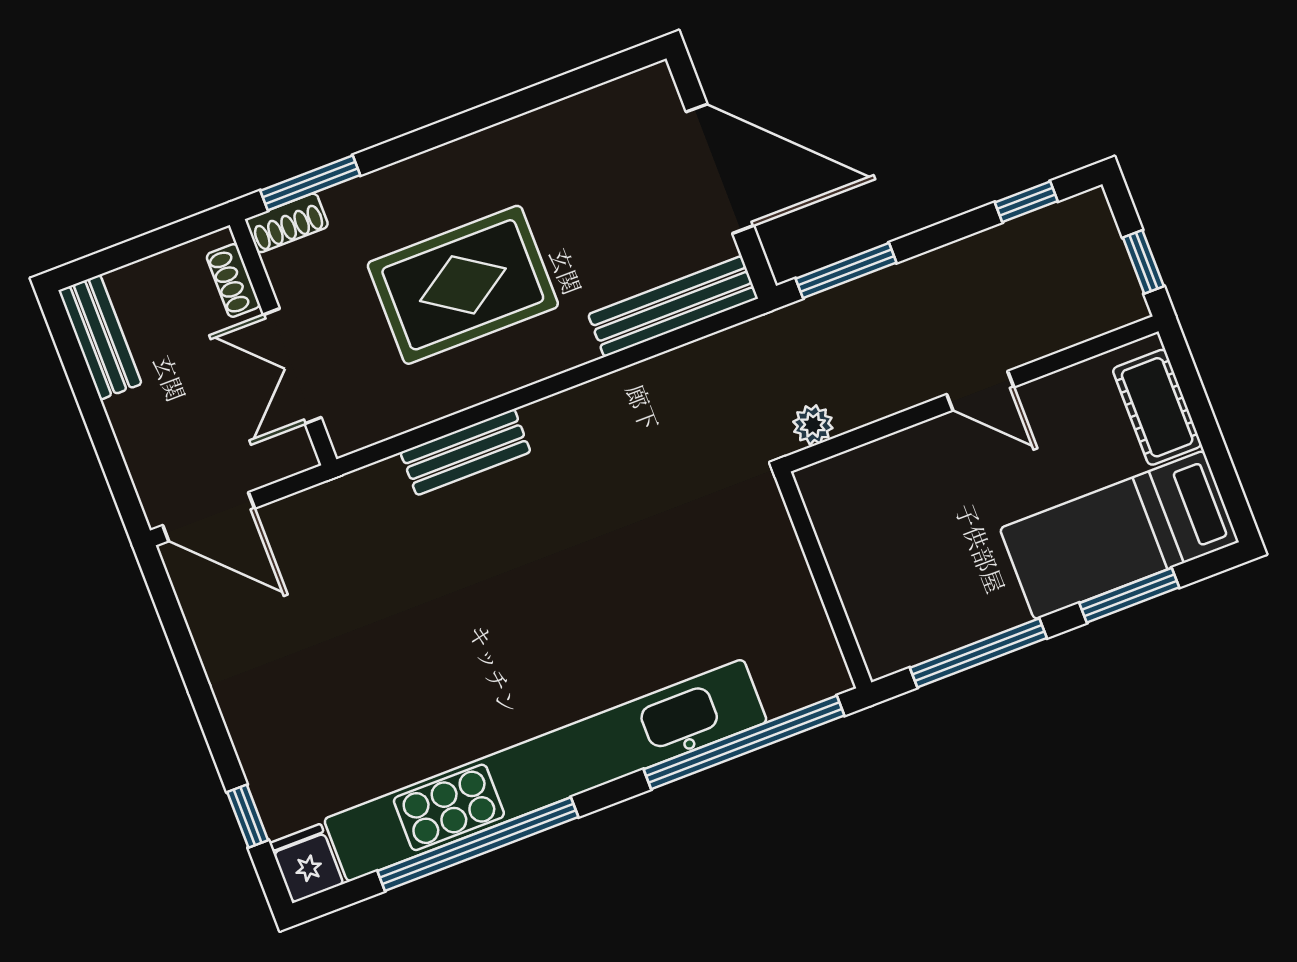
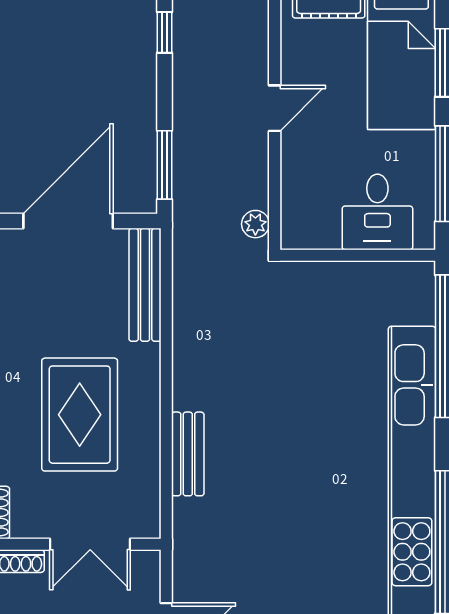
desk: (893, 584) -> (377, 212), added

